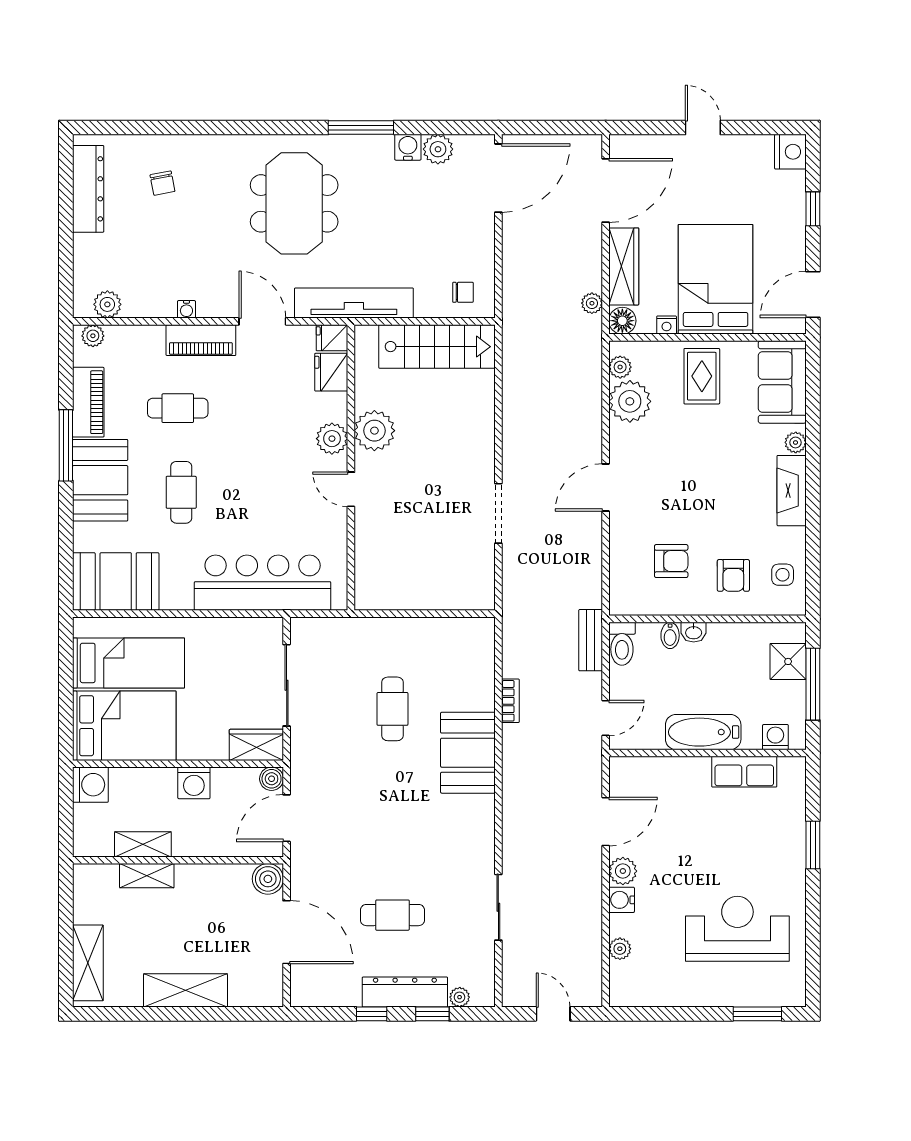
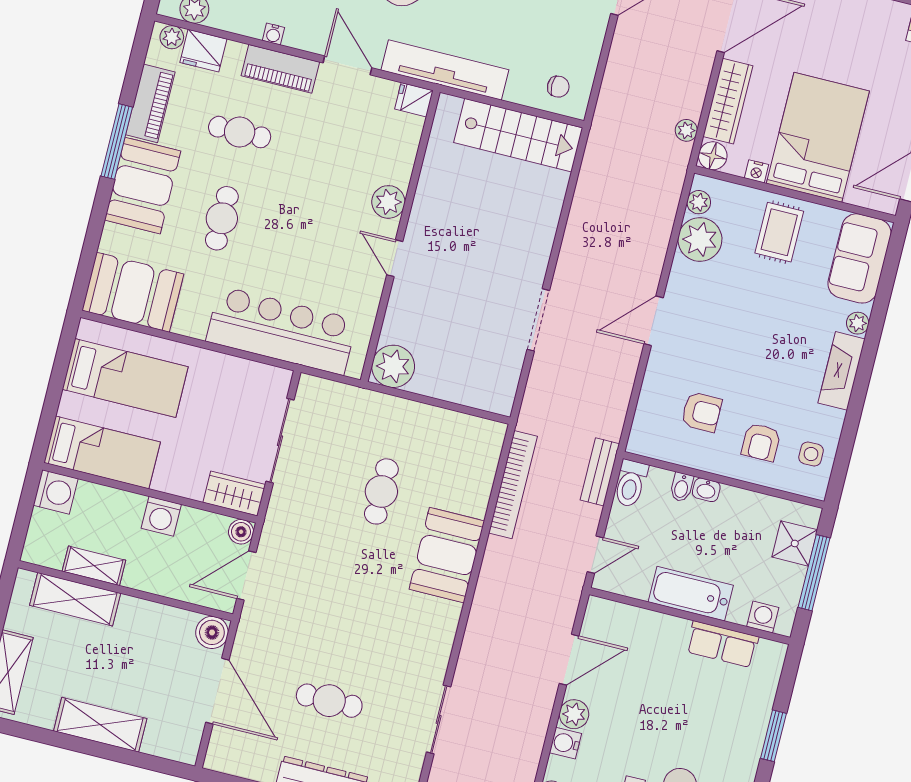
fridge: (331, 372) -> (203, 51), moved, turned -90
plant: (374, 431) -> (393, 366), moved
bookcase: (510, 701) -> (513, 485), width x2.31, depth x1.31
bed: (124, 726) -> (102, 452), width x0.67
shelving: (147, 876) -> (75, 599), width x1.50, depth x1.33

